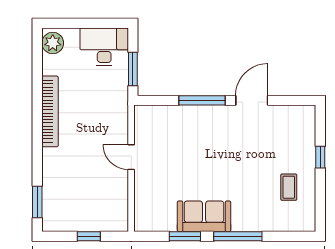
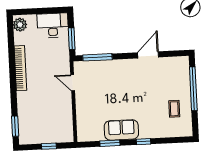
window: (202, 100) -> (97, 57), moved
door: (131, 157) -> (73, 83), moved
window: (320, 157) -> (193, 89), width x3.17
window: (238, 236) -> (143, 142), width x0.46

